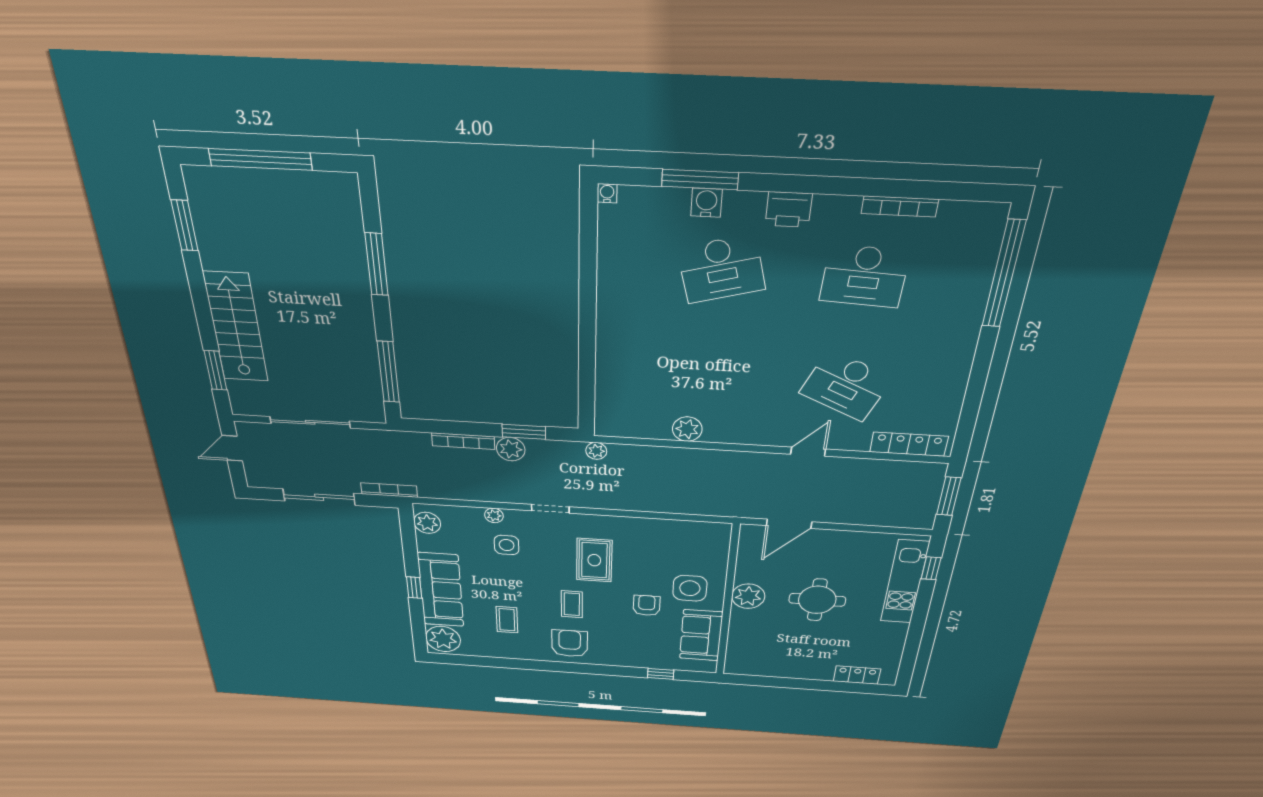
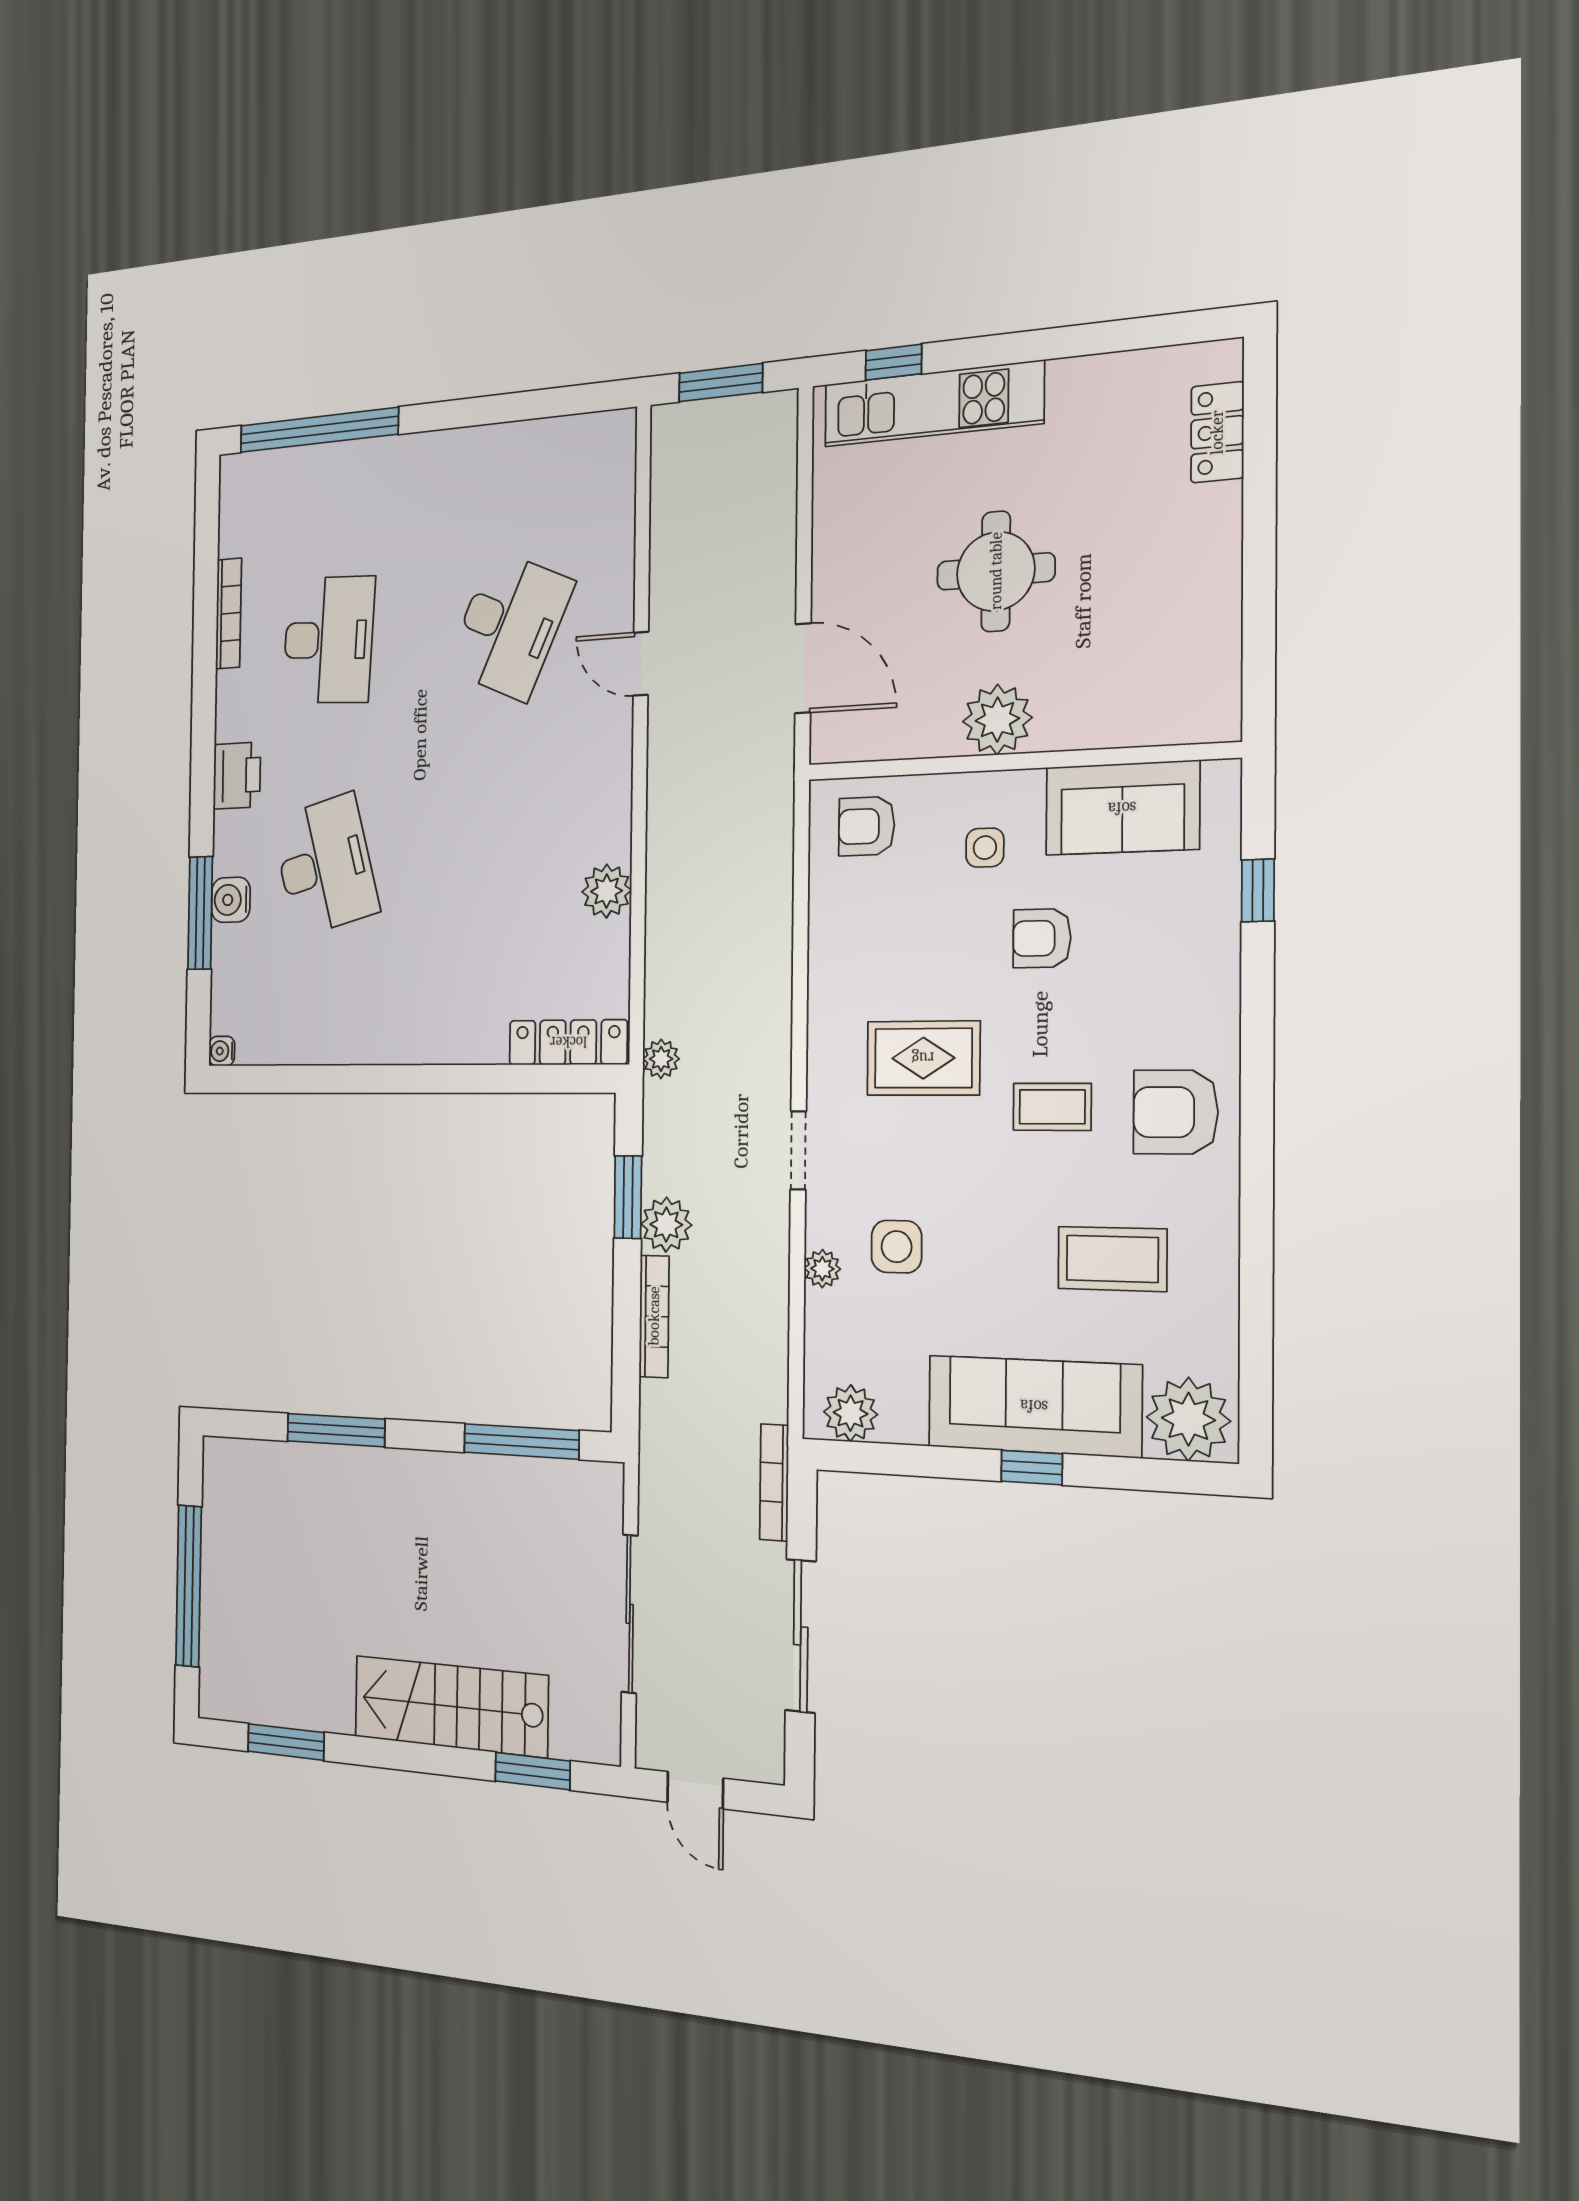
locker: (909, 444) -> (568, 1042), moved, turned 90
armchair: (706, 545) -> (867, 826), added
side table: (690, 588) -> (985, 848), width x0.54, depth x0.54
coffee table: (507, 620) -> (1112, 1259), width x1.36, depth x1.30

